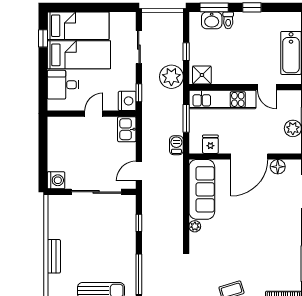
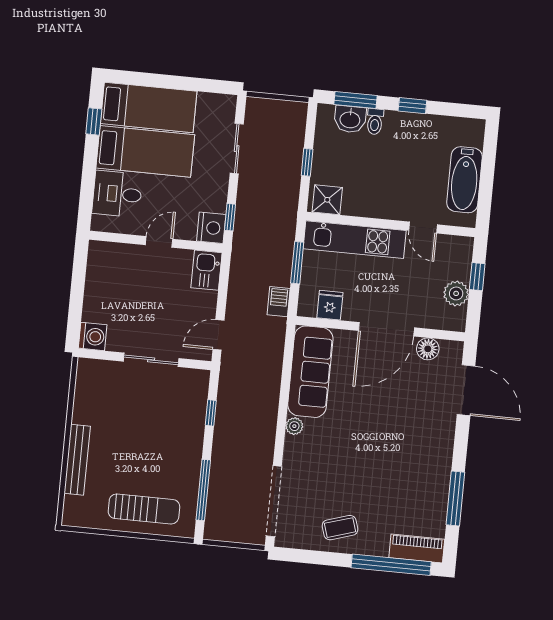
plant: (171, 77) -> (281, 198), removed
sliding door: (96, 192) -> (151, 360), width x0.73
bench: (54, 256) -> (77, 460), width x1.36

